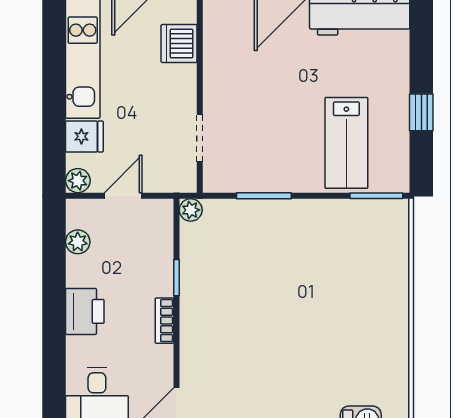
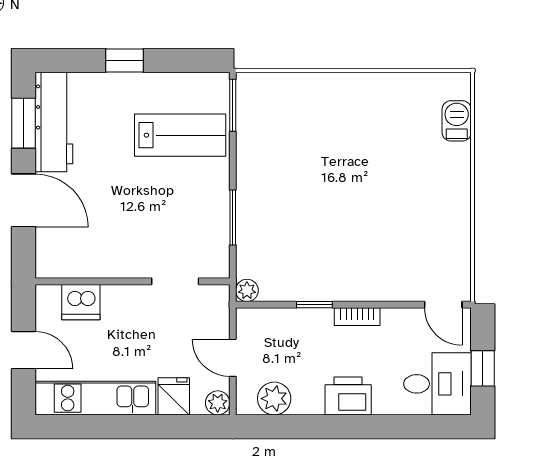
window: (421, 112) -> (124, 60), moved
plant: (78, 242) -> (274, 399), width x1.38, depth x1.38

